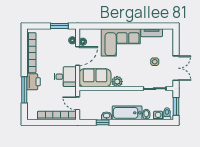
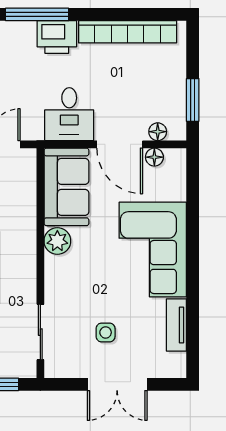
double door: (176, 68) -> (117, 384), moved

